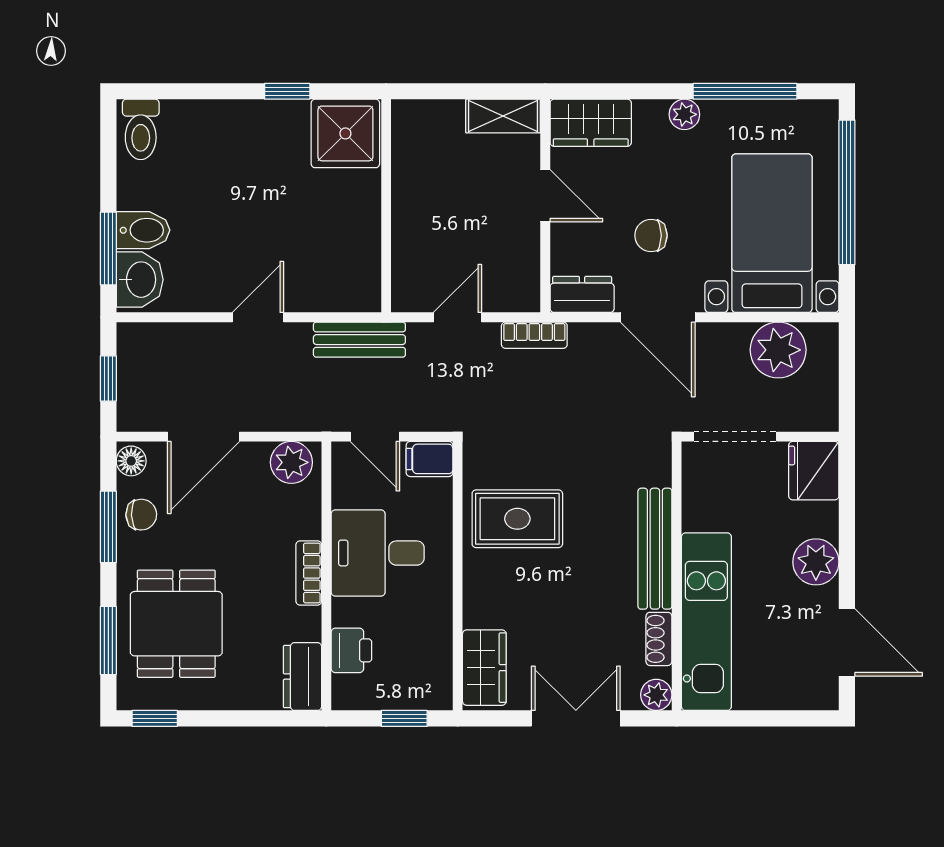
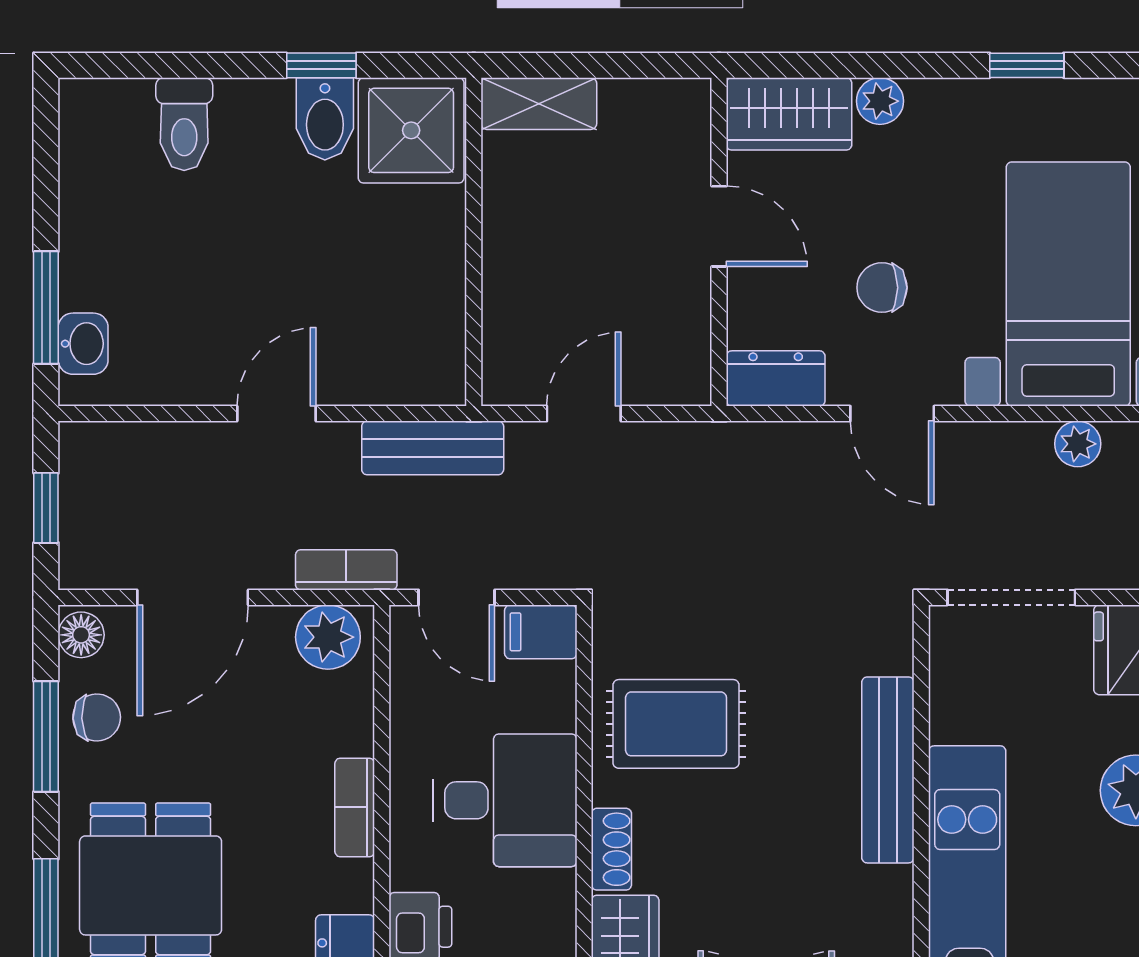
window: (745, 91) -> (1027, 65), width x0.46
plant: (684, 114) -> (880, 101), moved
shelving: (503, 116) -> (539, 104), moved
toilet: (141, 129) -> (184, 124), moved
bidet: (143, 230) -> (325, 119), moved, turned 90
washbasin: (140, 280) -> (83, 344), width x0.72, depth x0.69
door: (658, 317) -> (892, 414), width x0.73
bookcase: (534, 335) -> (346, 570), moved, turned 180
plant: (778, 350) -> (1078, 444), width x0.53, depth x0.53
desk: (378, 553) -> (505, 800), moved, turned 180
shoe rack: (659, 639) -> (611, 849), moved, turned 180

